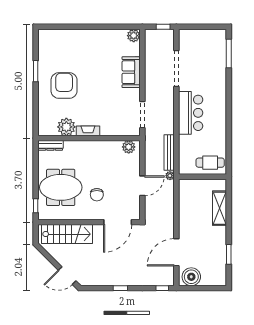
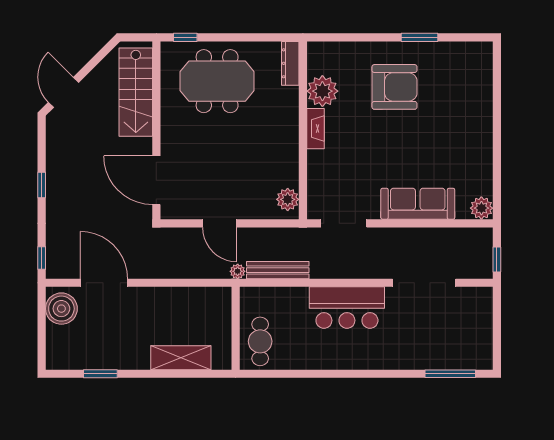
sofa: (131, 72) -> (418, 204), width x1.36
meeting table: (61, 187) -> (217, 81), turned 90
chair: (97, 195) -> (204, 144), removed

